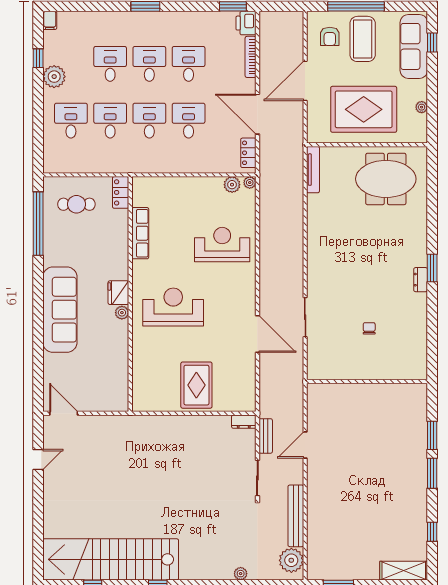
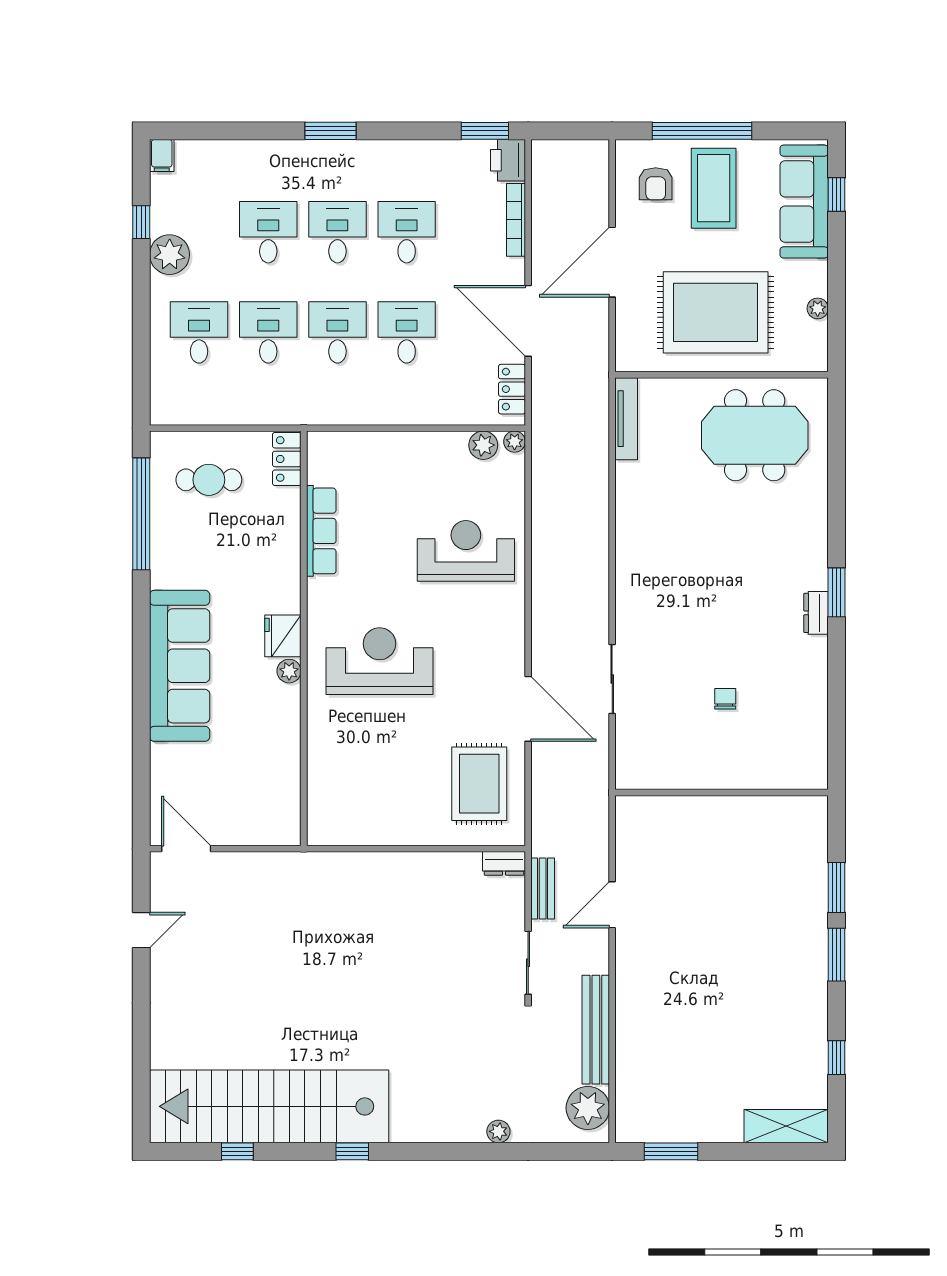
rug: (196, 385) -> (479, 784), moved

